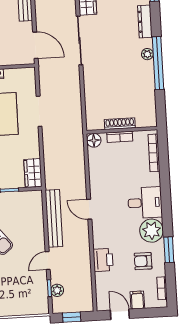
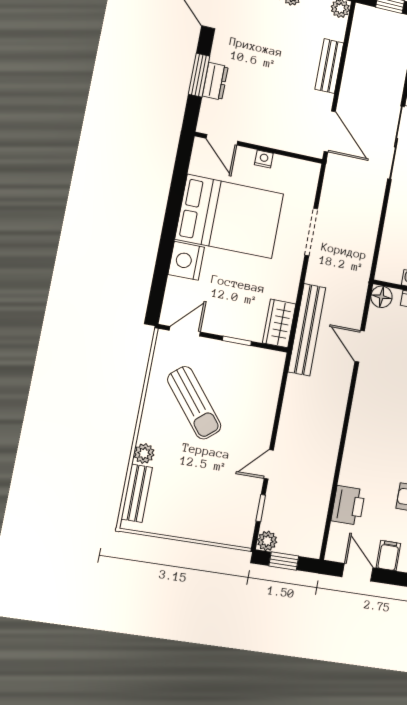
door: (89, 209) -> (360, 346), moved
bench: (54, 218) -> (307, 330), moved
printer: (103, 260) -> (348, 505), moved
plant: (57, 290) -> (267, 541), moved

